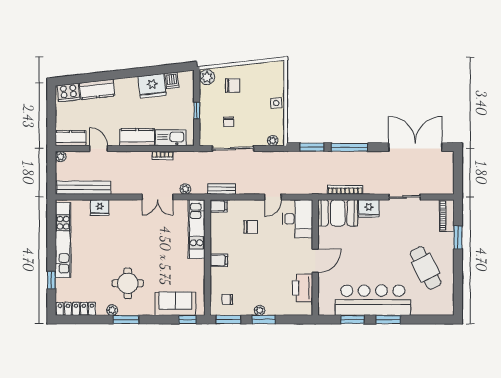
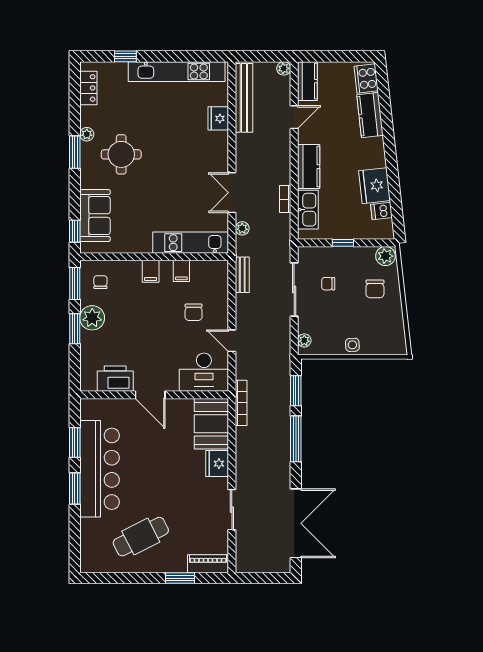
bookcase: (345, 190) -> (241, 403), moved
filing cabinet: (219, 206) -> (181, 271), moved
locker: (76, 309) -> (88, 88), width x0.66
plant: (260, 310) -> (92, 318), width x1.87, depth x1.87

